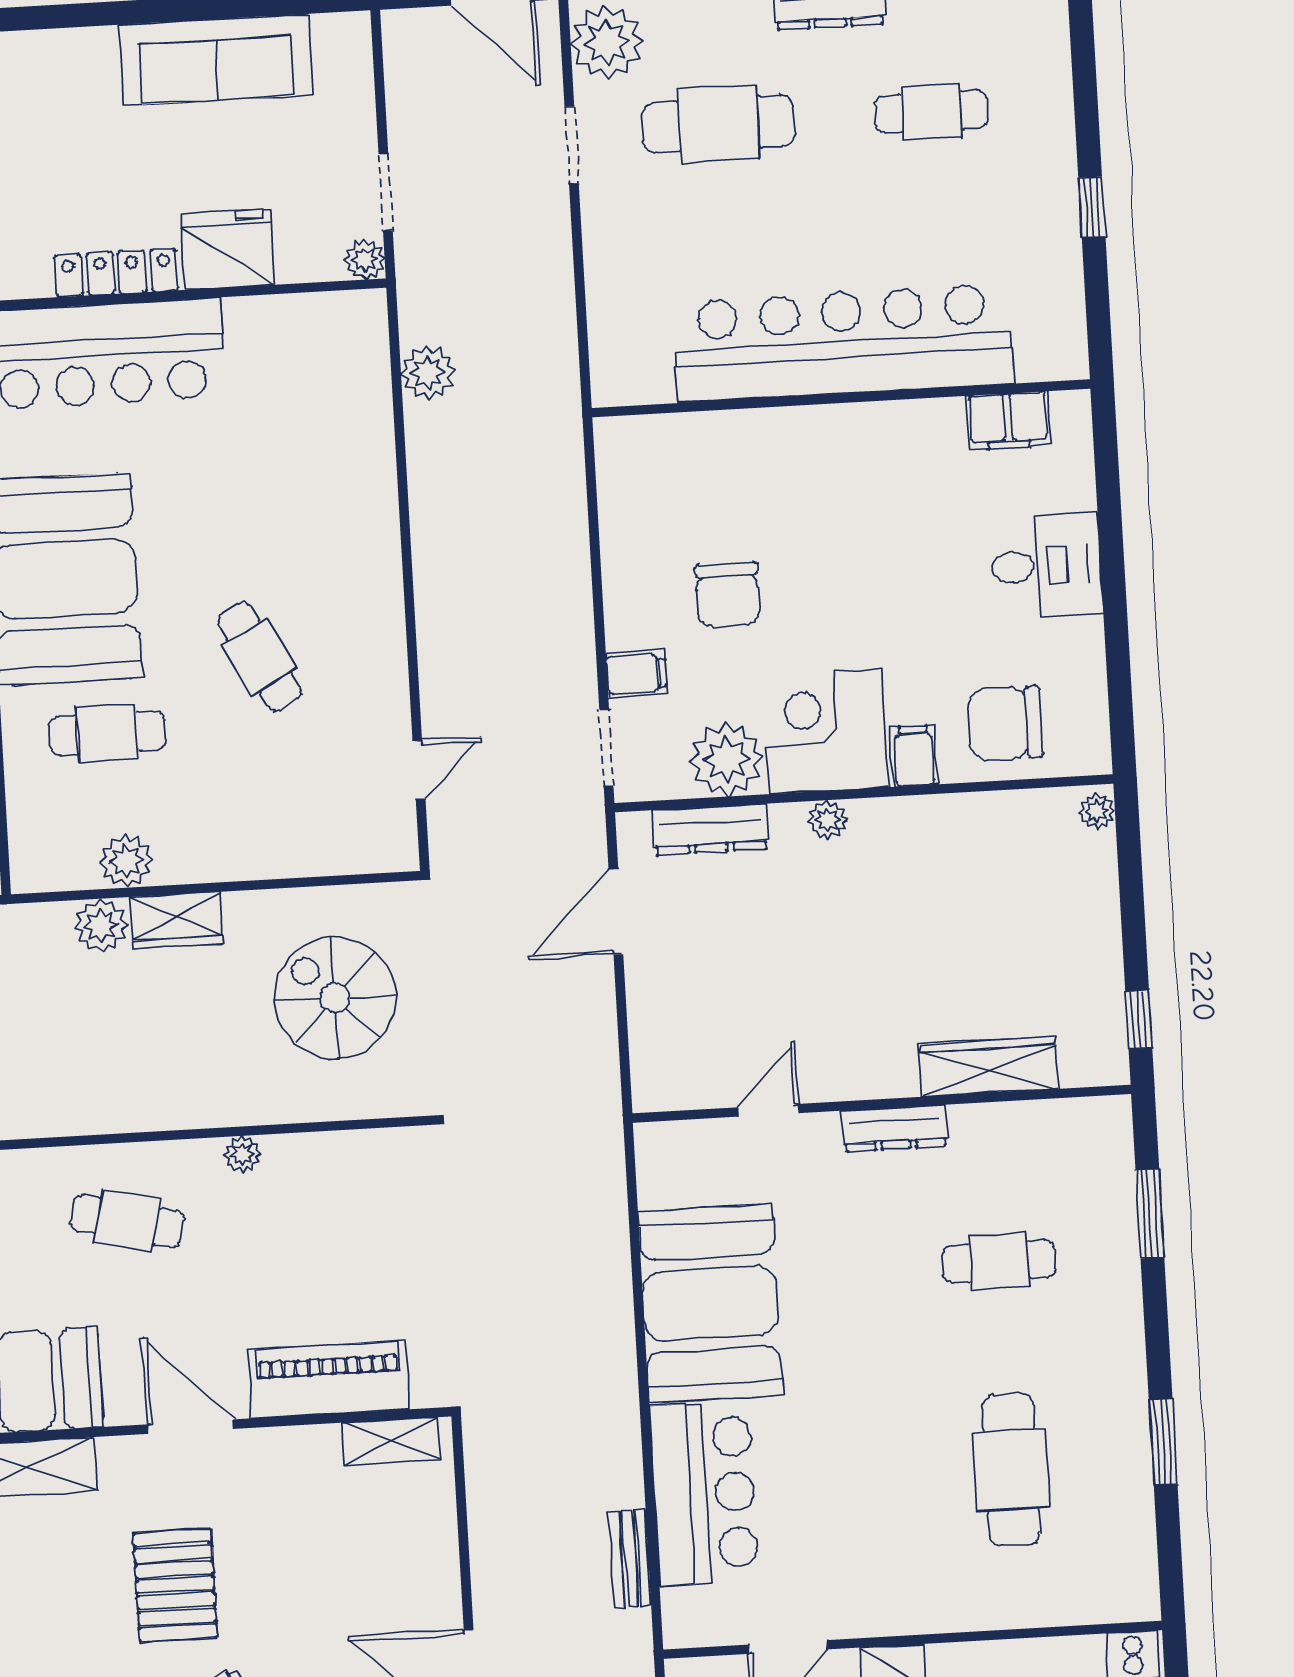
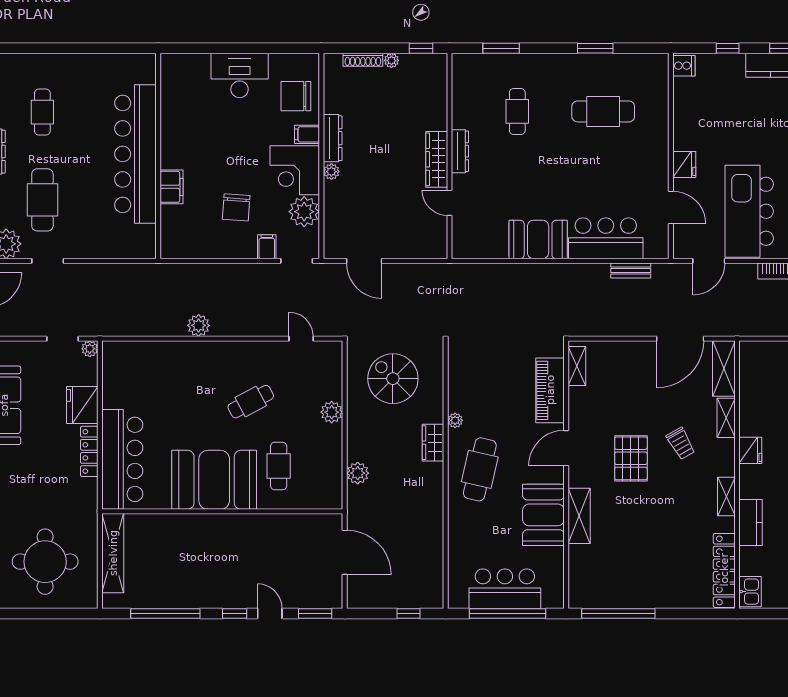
window: (1092, 207) -> (85, 48), removed
plant: (428, 373) -> (199, 325), moved
filing cabinet: (1008, 421) -> (171, 187), moved
desk: (1046, 565) -> (240, 75), width x1.37
chair: (728, 594) -> (236, 207), turned 94
chair: (1005, 723) -> (296, 96), turned 90
plant: (1097, 811) -> (391, 60), moved
dresser: (710, 830) -> (333, 138), moved
plant: (126, 861) -> (332, 412), moved
shoe rack: (1103, 880) -> (363, 60), added
wardrobe: (176, 920) -> (433, 443), moved, turned 180
spiral stairs: (335, 998) -> (393, 379), turned 90
wardrobe: (989, 1067) -> (437, 159), moved
cafe table: (127, 1221) -> (480, 469), width x1.37, depth x1.35
booth: (710, 1303) -> (538, 239), width x0.73, depth x0.70
pallet: (175, 1585) -> (631, 458), turned 90

